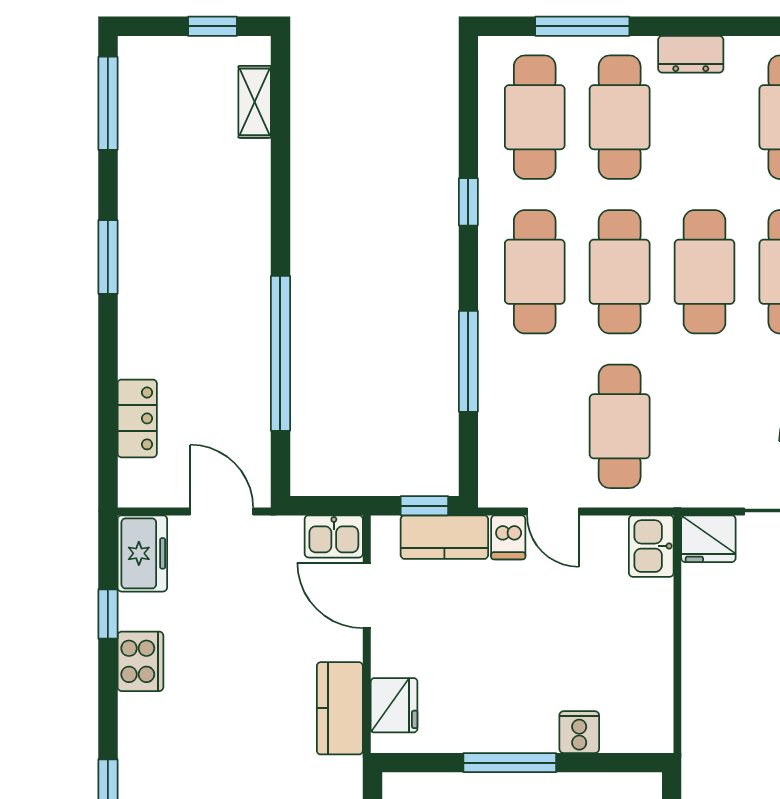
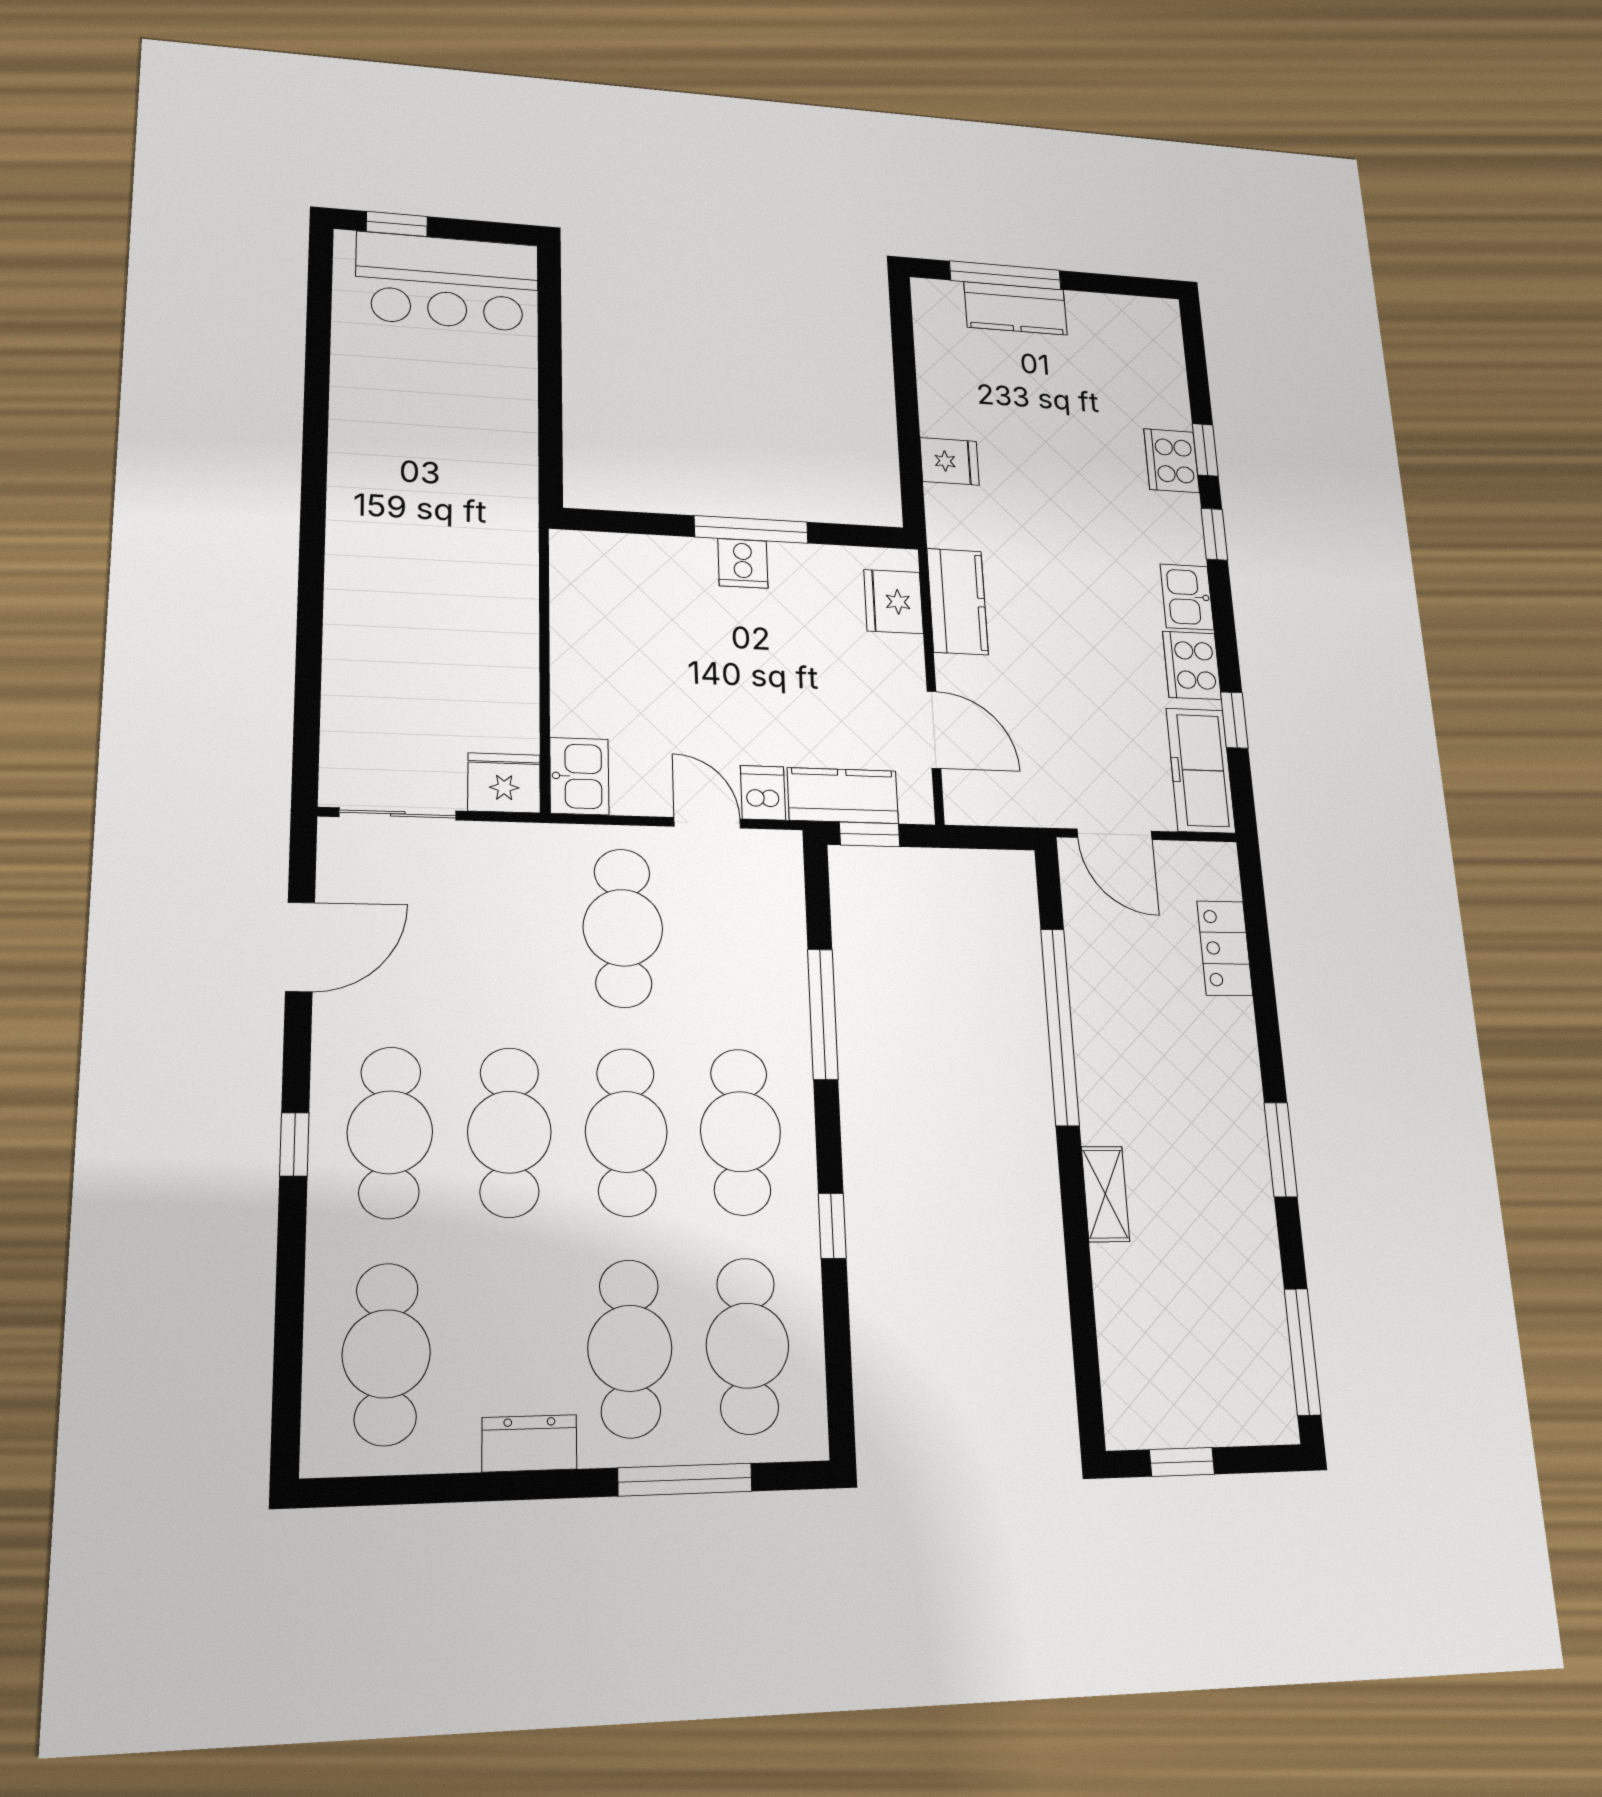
shelving: (255, 102) -> (1105, 1194), moved
kitchen sink: (334, 536) -> (1187, 597), moved, turned -90
freezer: (142, 553) -> (1201, 770), width x1.40
cooker: (579, 732) -> (743, 563), moved

